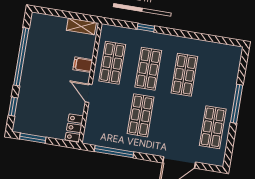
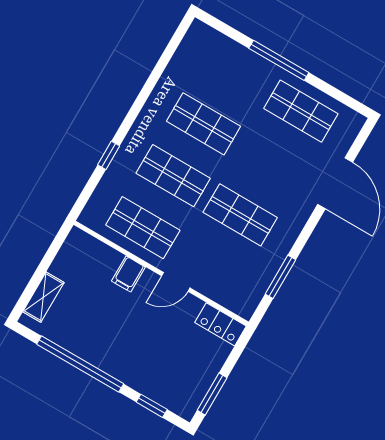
shelving: (81, 26) -> (43, 297), moved
window: (114, 152) -> (280, 277), width x0.69

